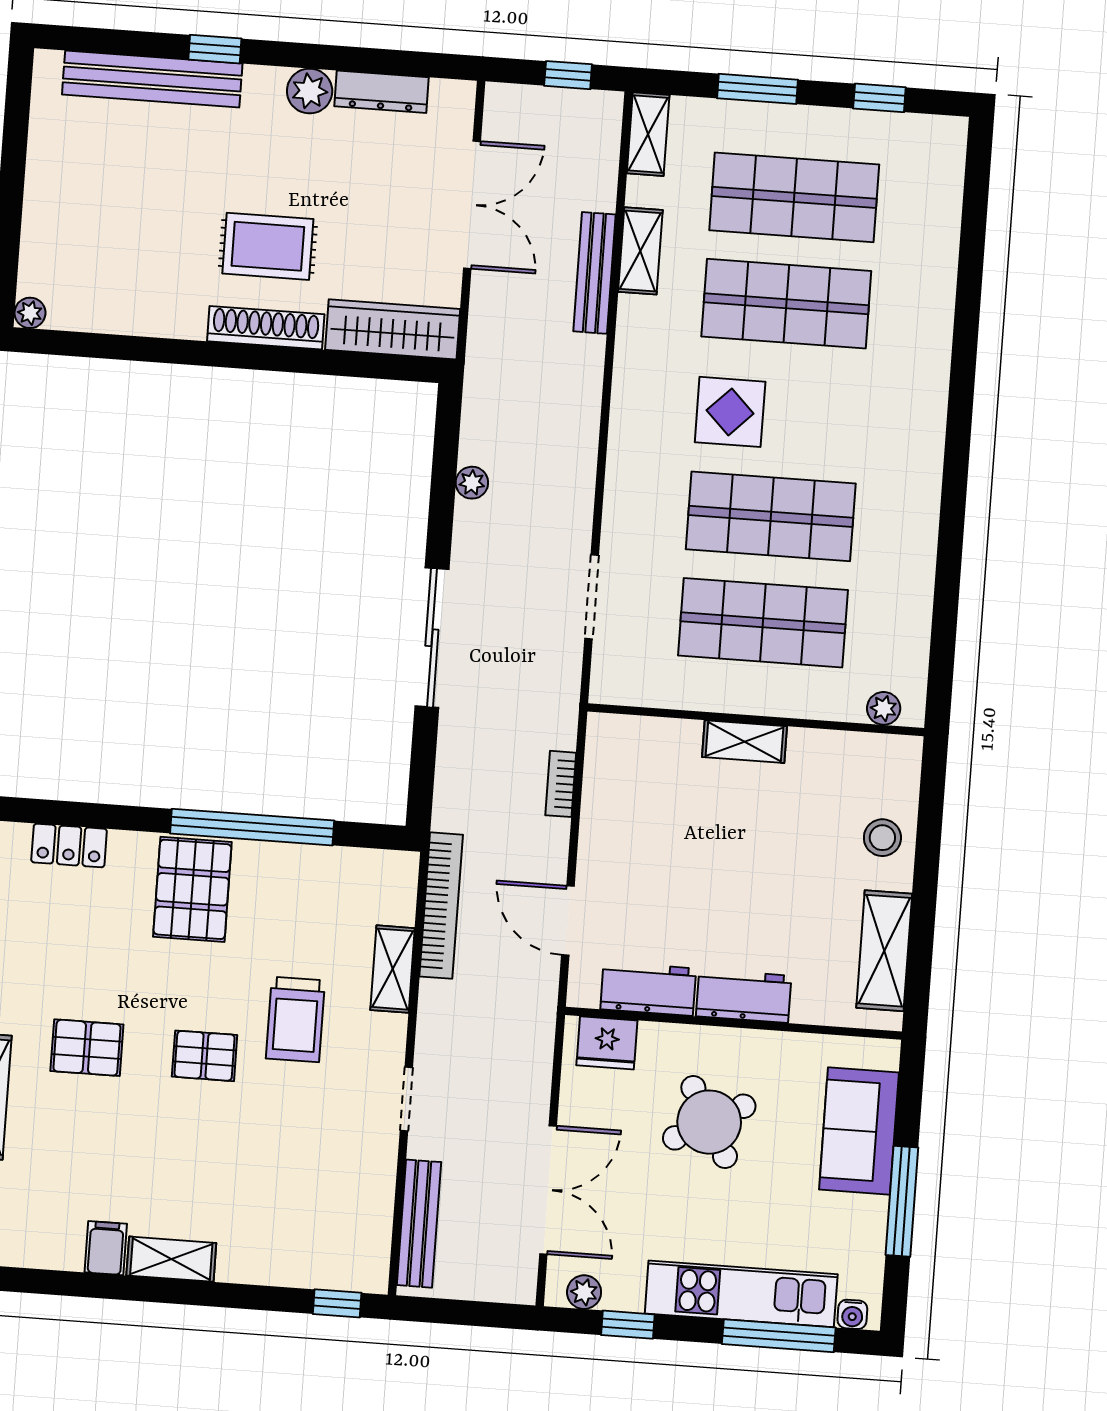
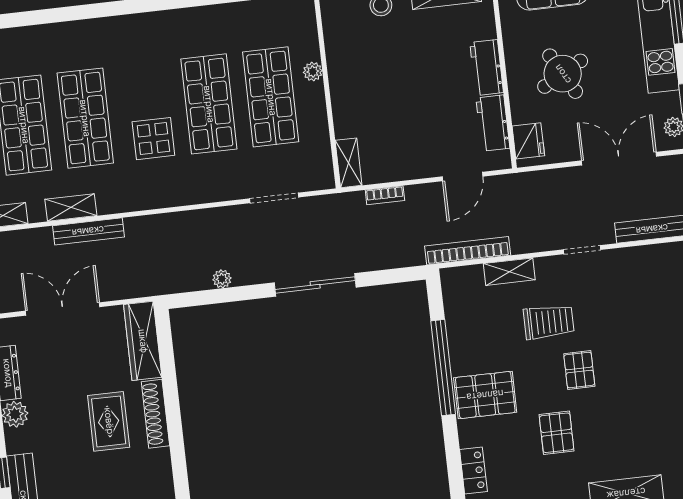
plant: (884, 708) -> (313, 72), moved
shelving: (744, 742) -> (349, 163), moved
pallet: (87, 1048) -> (557, 433), moved

